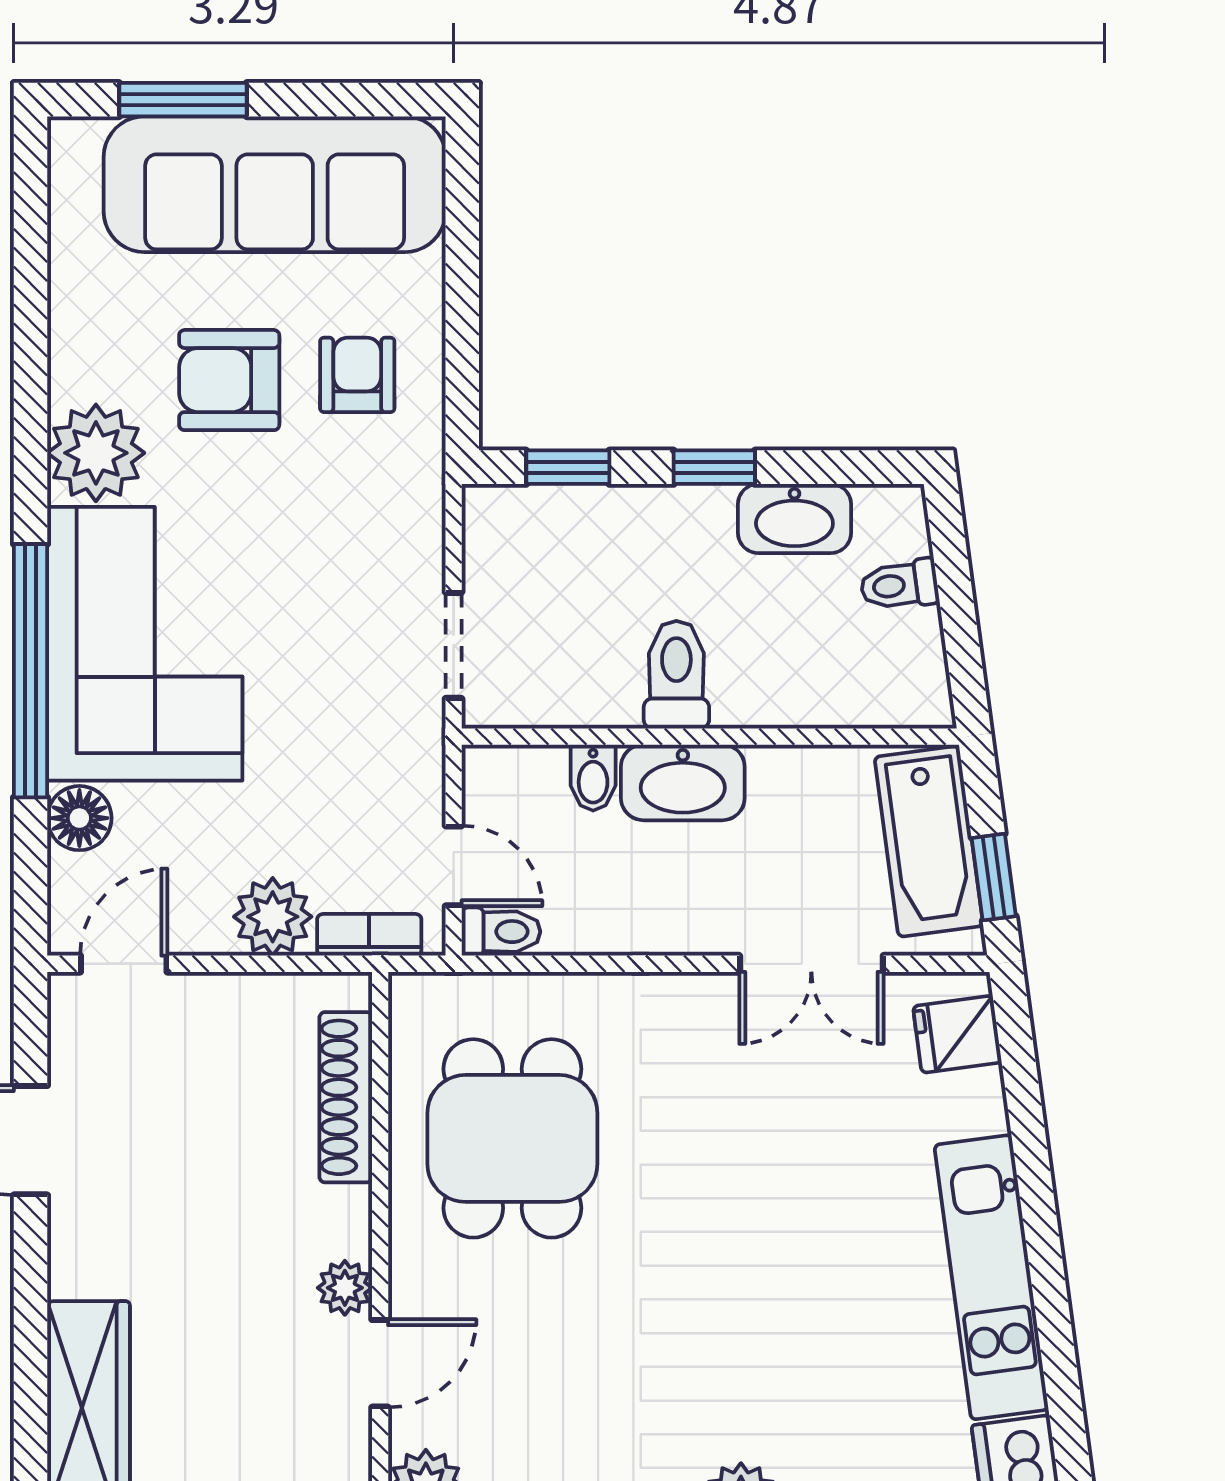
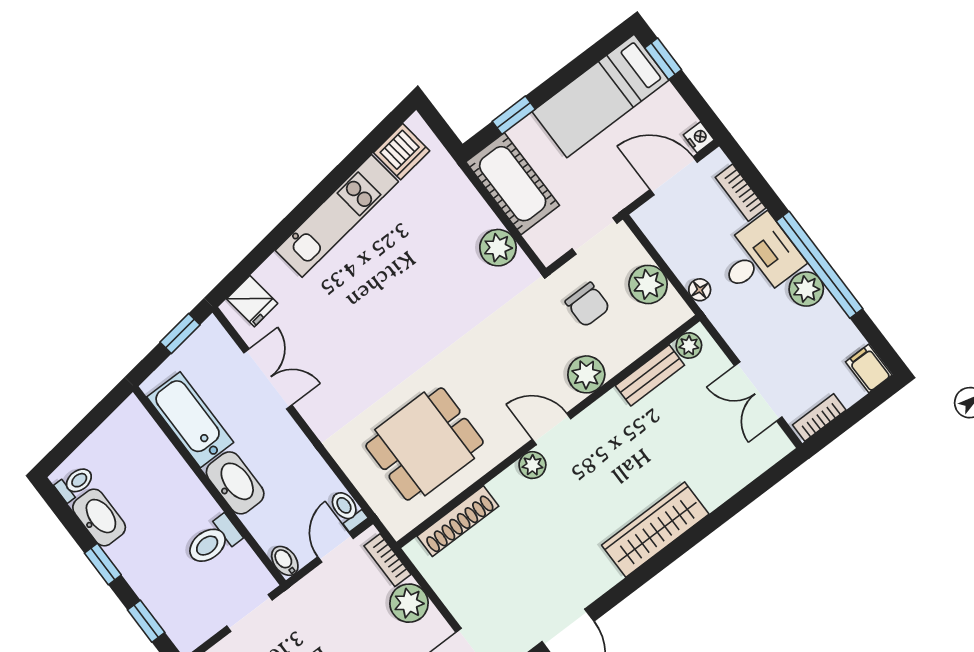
toilet: (899, 585) -> (75, 483), moved, turned -82
toilet: (676, 675) -> (213, 541), moved
bidet: (593, 778) -> (285, 561), moved, turned -90
bathtub: (929, 841) -> (190, 420), moved, turned -82

